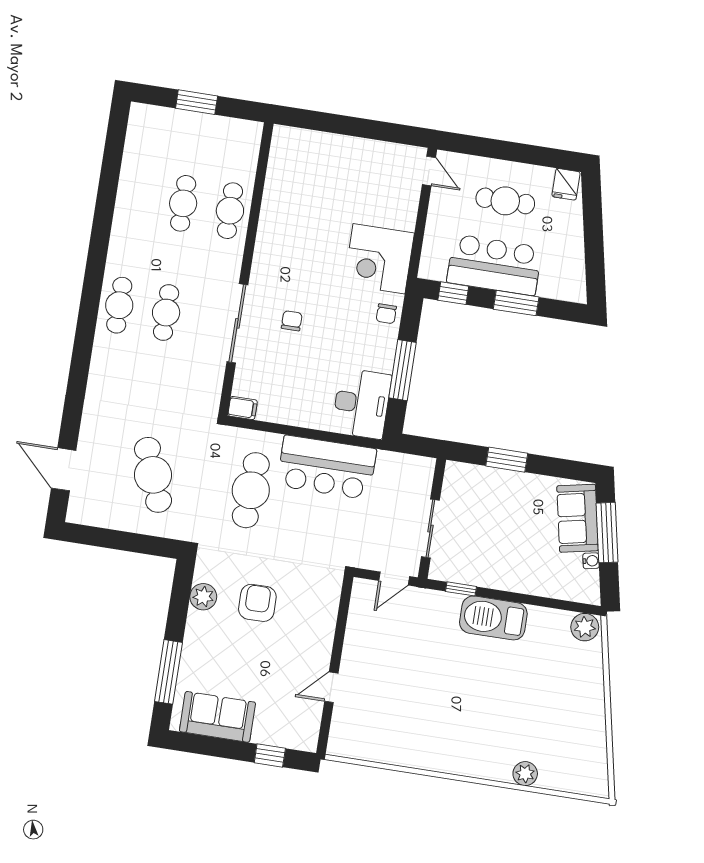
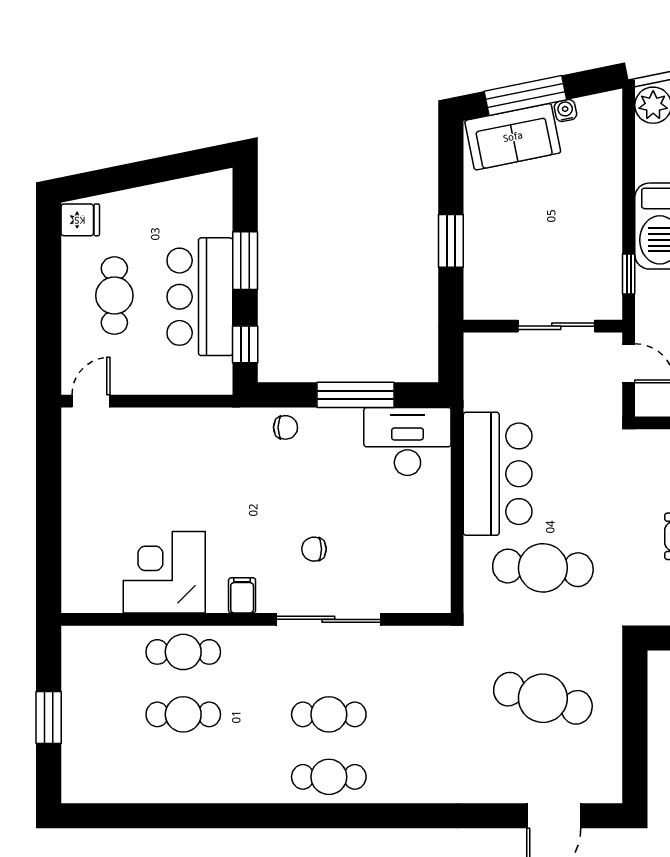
corner desk: (379, 259) -> (164, 572), moved, turned 180
filing cabinet: (243, 408) -> (242, 595), moved
cafe table: (153, 475) -> (543, 698), turned 36

